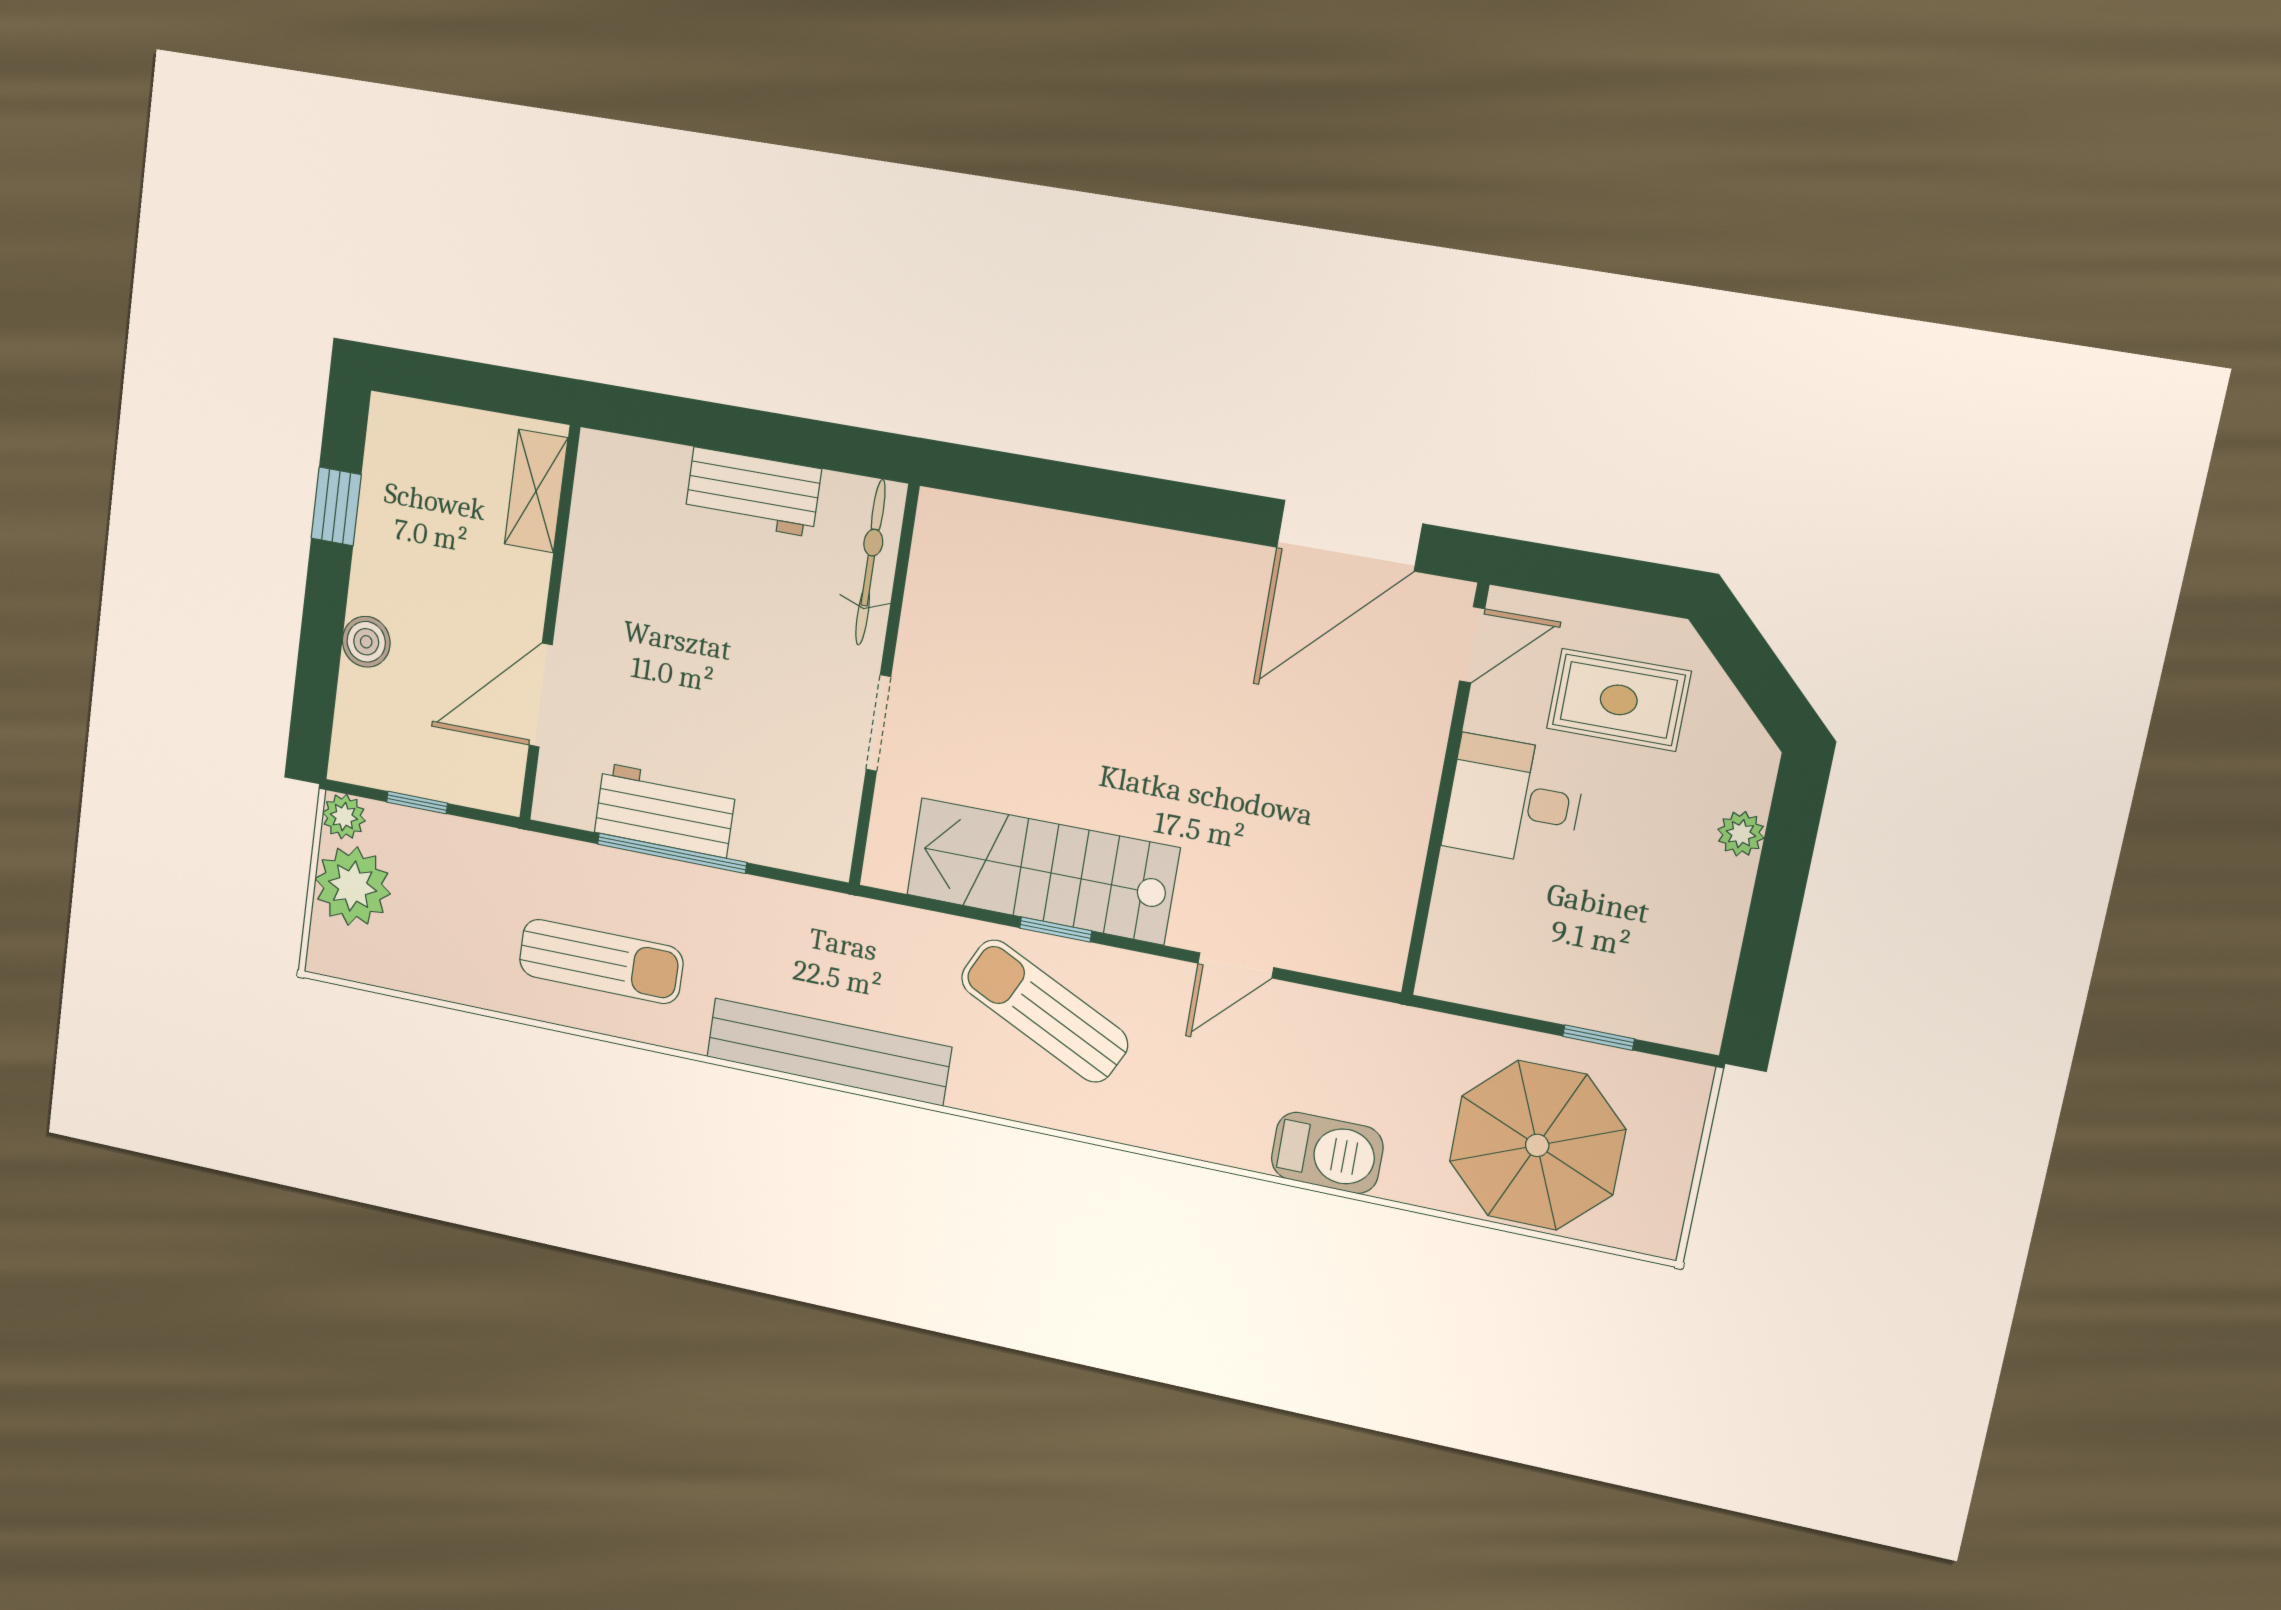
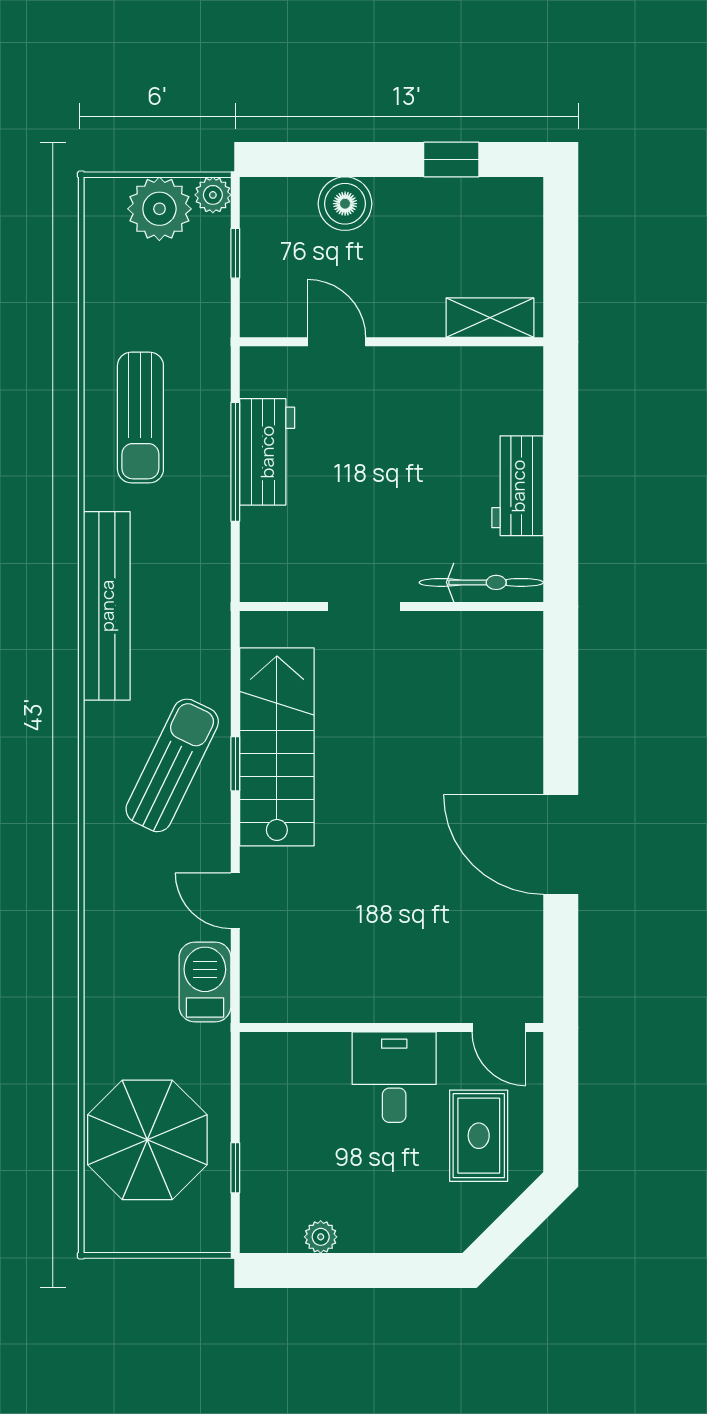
door: (1349, 536) -> (561, 844), moved
boiler: (366, 642) -> (345, 204), width x1.36, depth x1.36
door: (541, 695) -> (337, 342), width x0.73
plant: (1741, 834) -> (321, 1237), moved
barbecue: (1327, 1153) -> (205, 982), moved, turned 180

